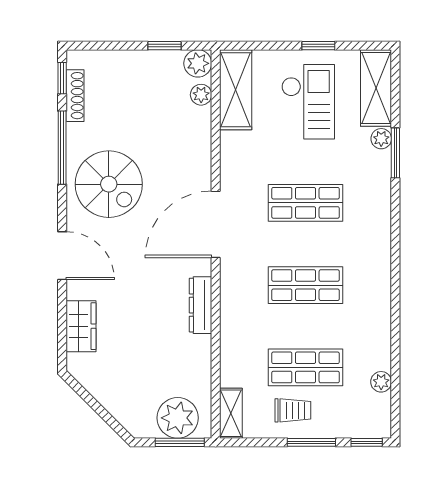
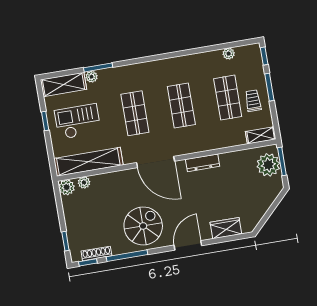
window: (164, 46) -> (65, 241), moved
shelving: (236, 90) -> (88, 162), width x1.47

